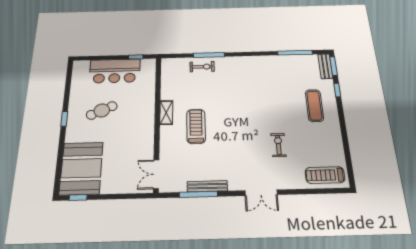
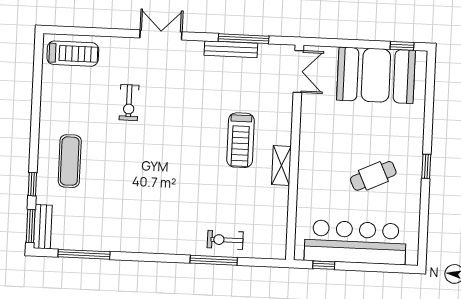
bar counter: (115, 71) -> (355, 242), width x1.36
booth: (81, 168) -> (376, 75), moved, turned 90

